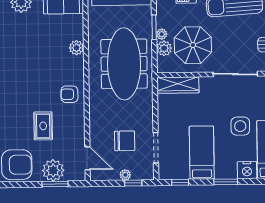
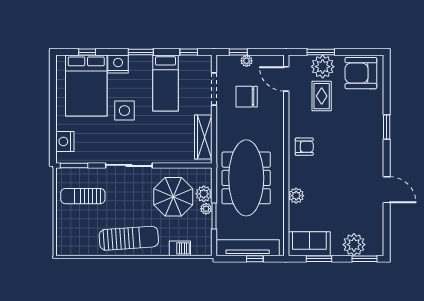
wardrobe: (178, 85) -> (203, 137), moved, turned -90
rug: (43, 126) -> (322, 96), moved

